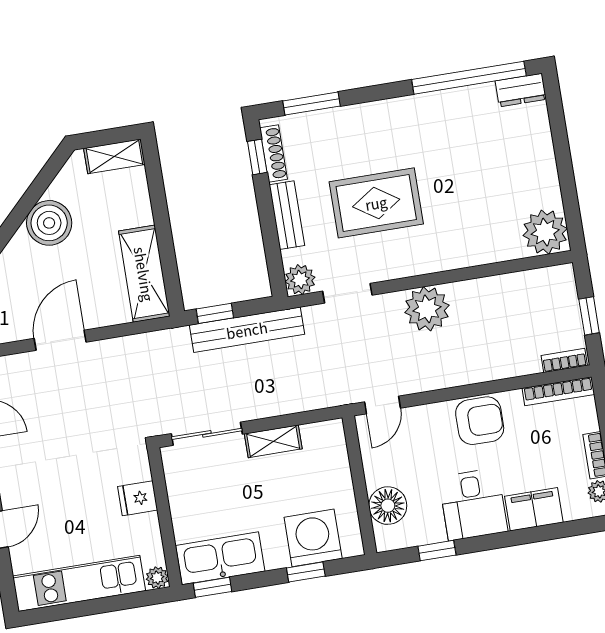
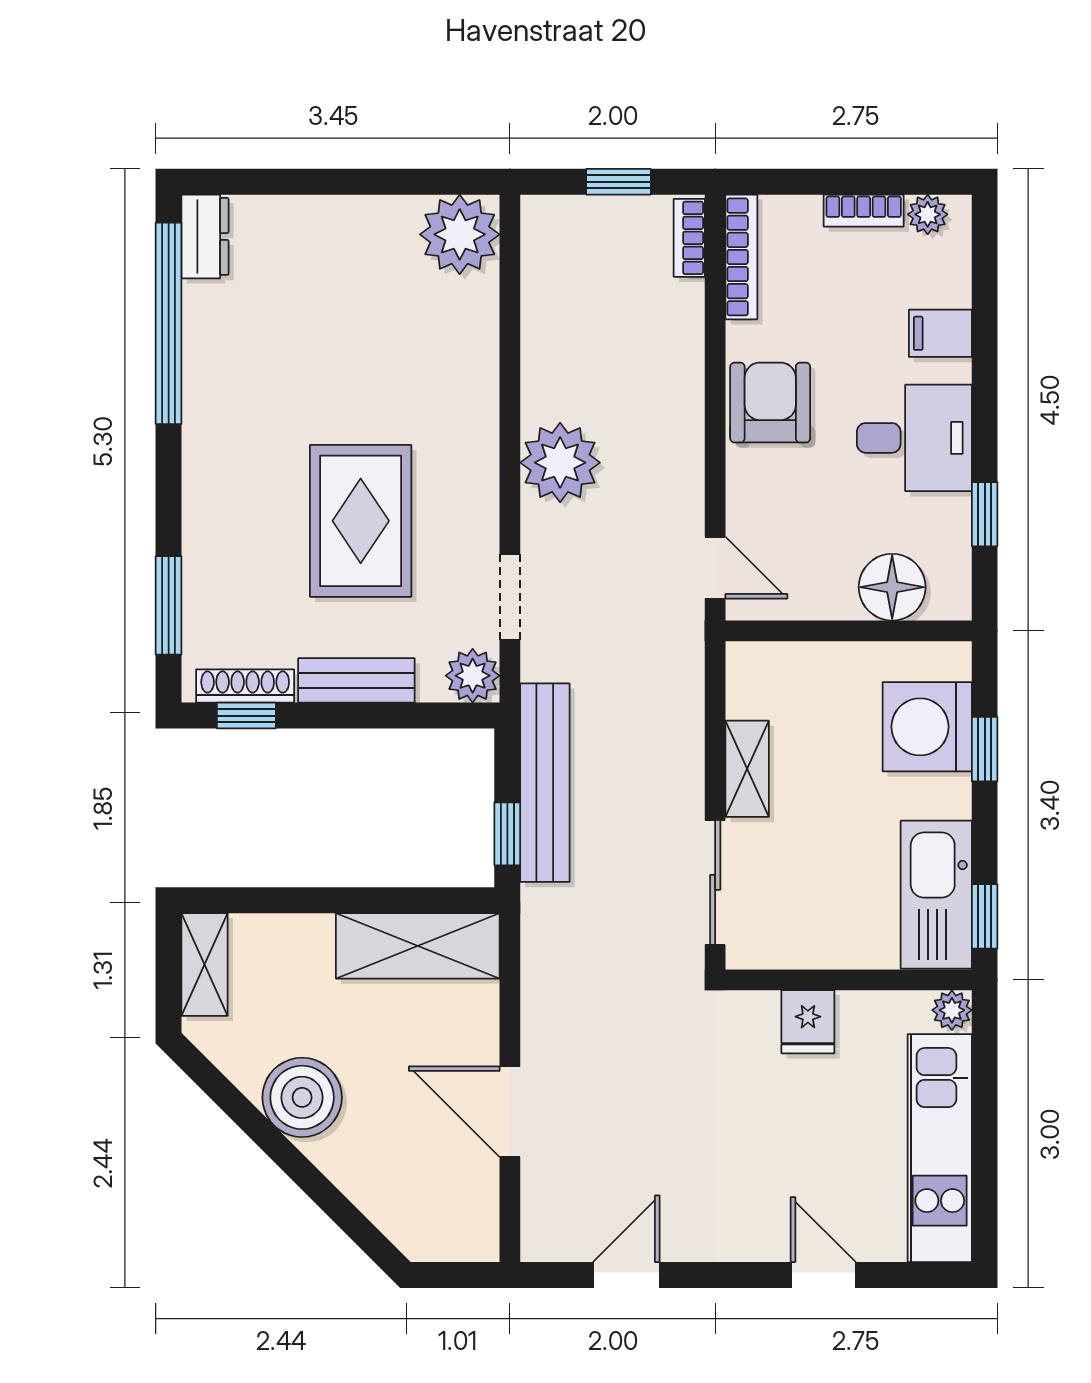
filing cabinet: (534, 509) -> (940, 333), width x0.50

